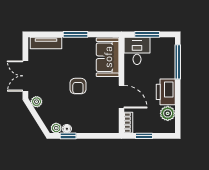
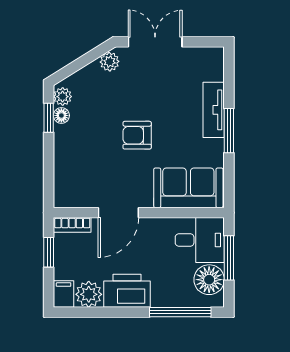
tv unit: (46, 43) -> (214, 110), moved
floor lamp: (159, 46) -> (209, 280), added
filing cabinet: (167, 128) -> (64, 294), added

